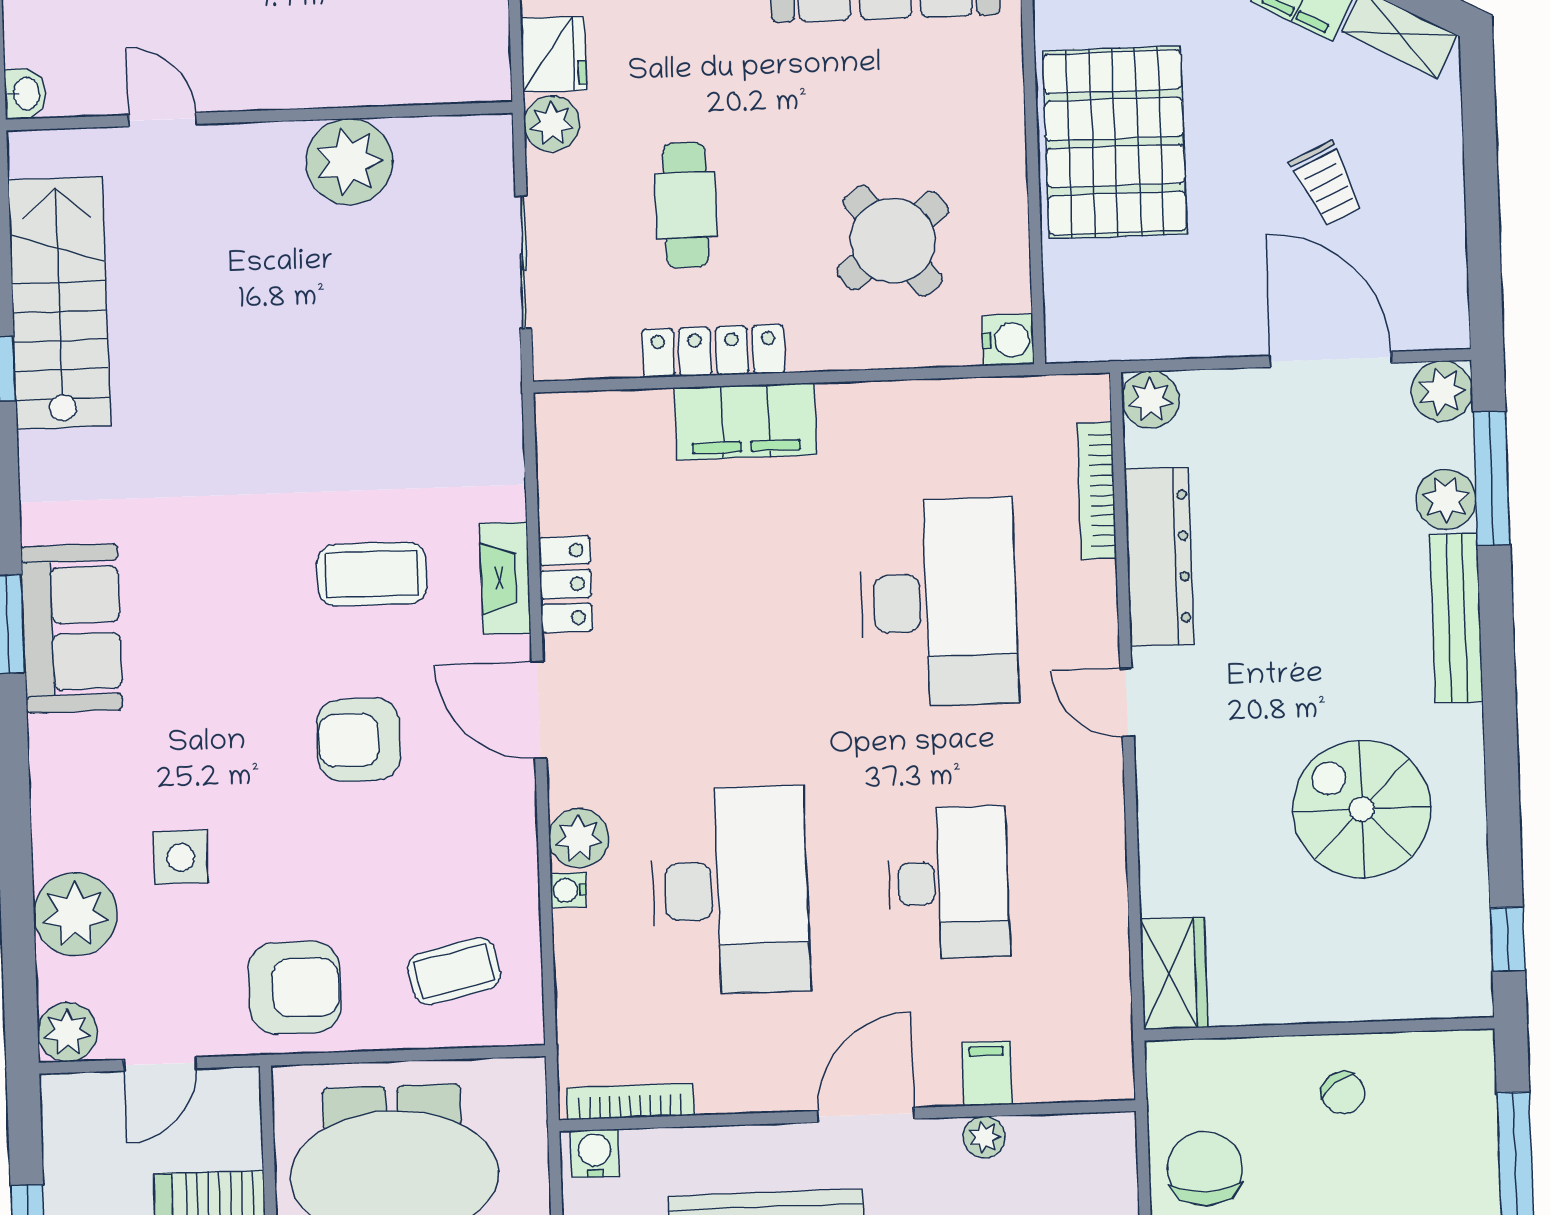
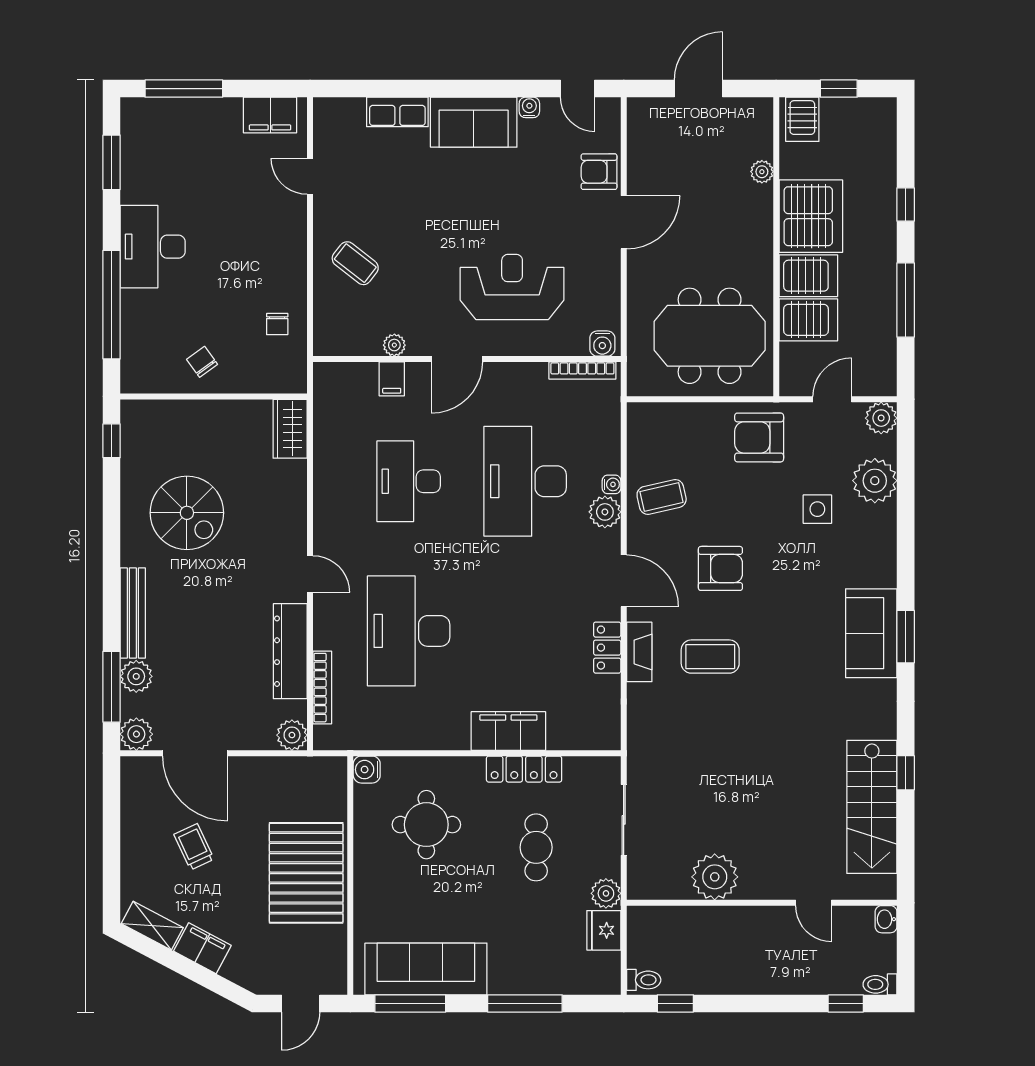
round table: (893, 241) -> (426, 825), turned 38
coffee table: (454, 971) -> (662, 497), moved
chair: (1205, 1169) -> (277, 324), width x0.54, depth x0.54

